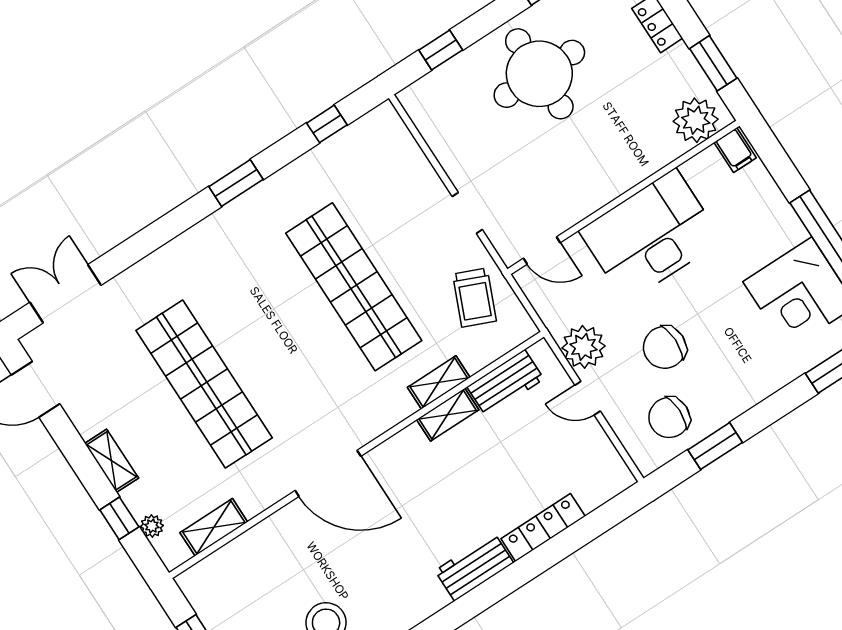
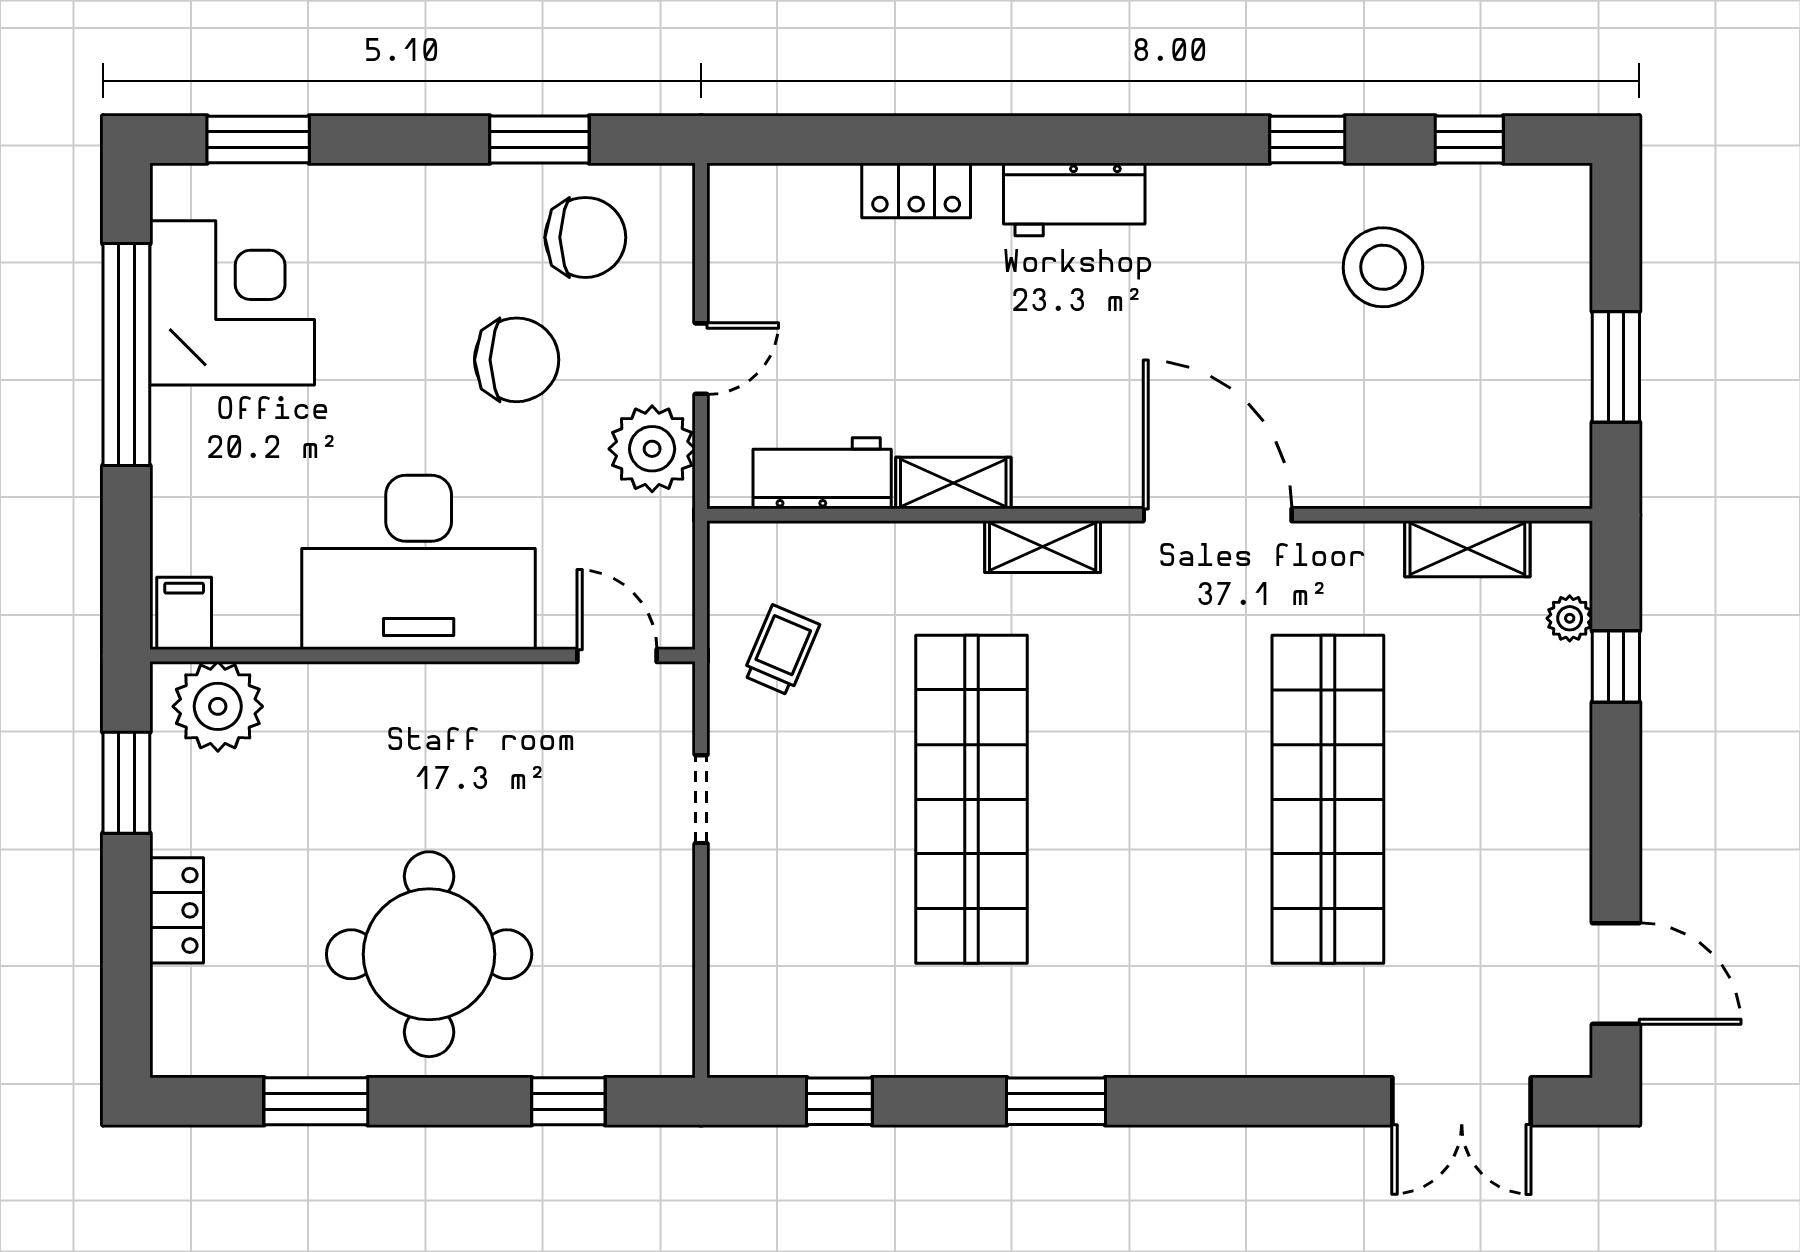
trolley: (474, 298) -> (781, 650), width x0.73, depth x0.72
shelving: (439, 382) -> (1043, 547), moved
door: (588, 398) -> (701, 359), hinge flipped
shelving: (112, 461) -> (1566, 771), removed
locker: (543, 527) -> (916, 190), width x0.66

